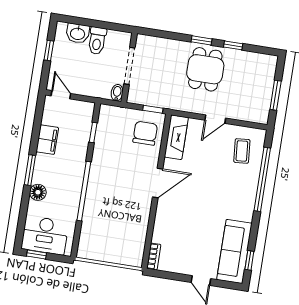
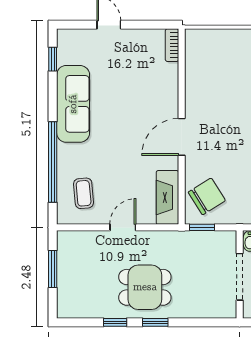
dining table: (205, 69) -> (145, 287), turned 90
chair: (145, 133) -> (207, 196), turned -122
sofa: (234, 251) -> (73, 104), moved

